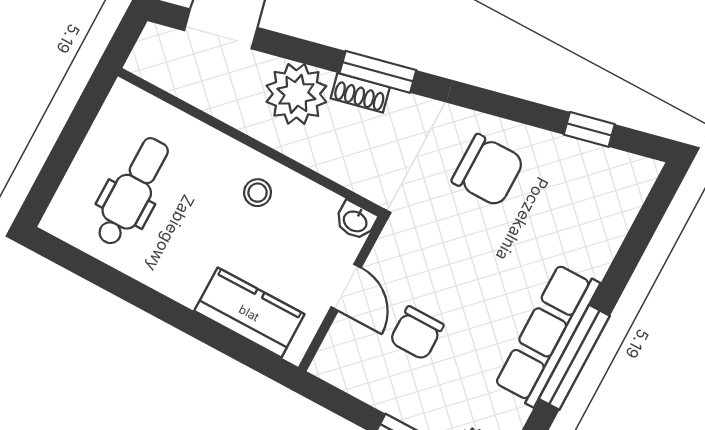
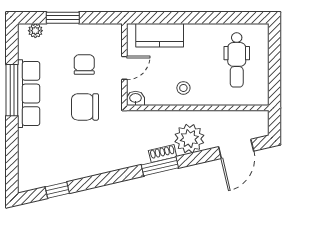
chair: (488, 170) -> (85, 107), moved
door: (346, 287) -> (124, 68), swing flipped

